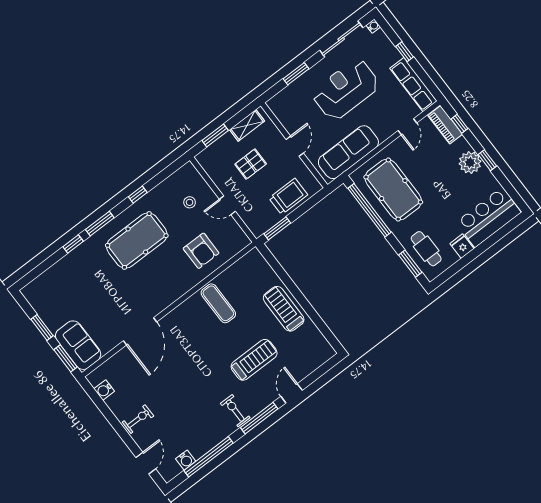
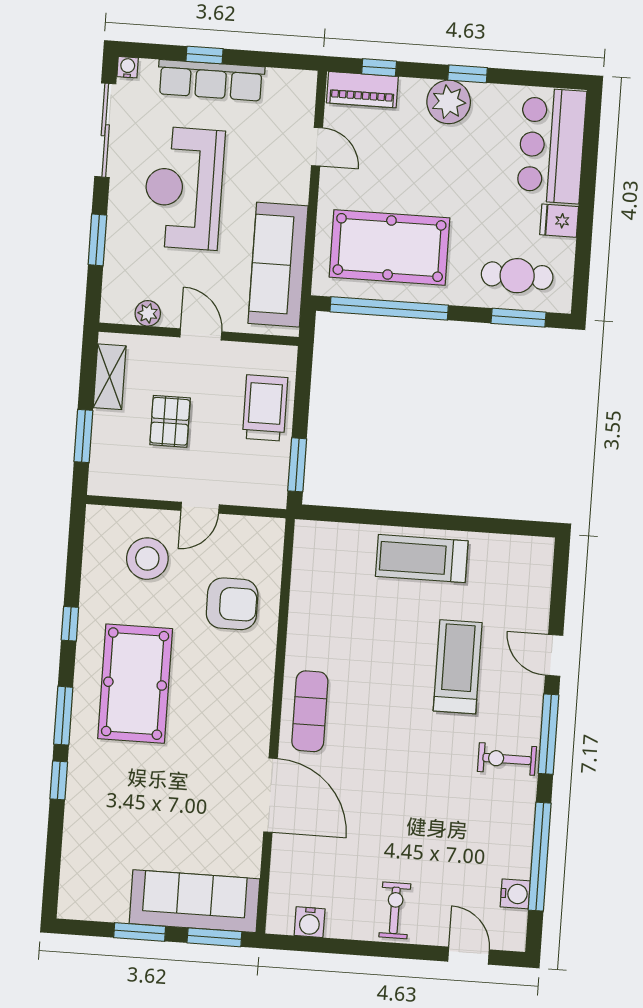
row of seats: (413, 85) -> (211, 80), moved
plant: (285, 118) -> (148, 313), added
stool: (190, 202) -> (147, 559), width x1.89, depth x1.89
exercise mat: (218, 303) -> (310, 711), moved, turned 90
sofa: (78, 345) -> (194, 901), width x1.36

